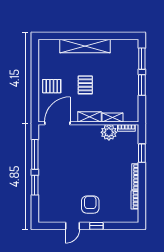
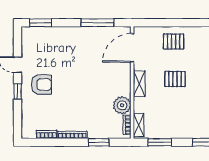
window: (142, 85) -> (160, 142), moved
pallet: (52, 86) -> (174, 41), turned 90
shelving: (112, 117) -> (139, 125), moved
door: (57, 123) -> (132, 48), swing flipped
window: (35, 185) -> (41, 23), moved

